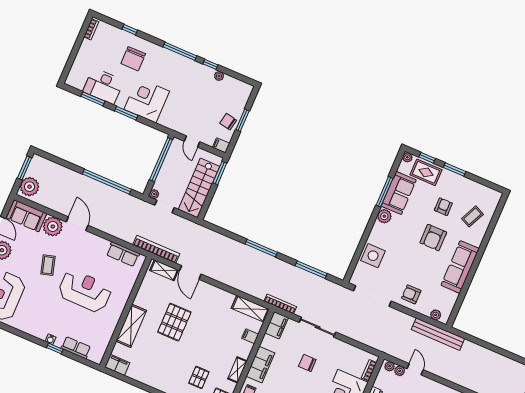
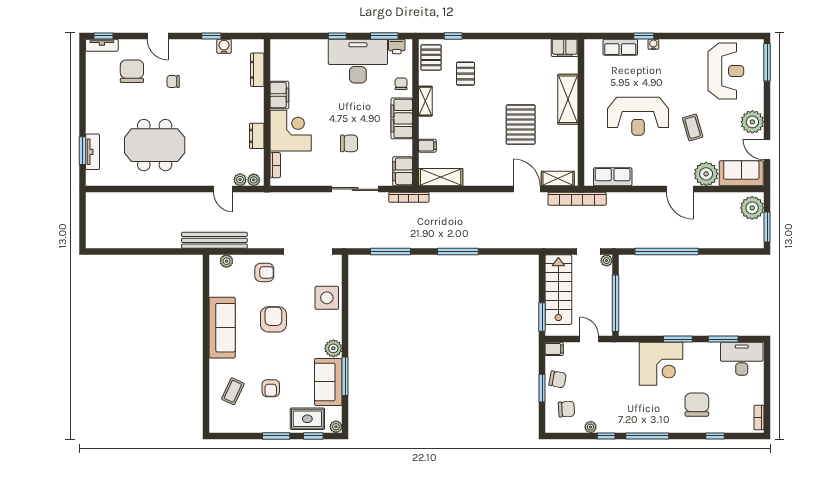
desk: (103, 86) -> (742, 359), moved
chair: (231, 97) -> (566, 409), added
armchair: (433, 238) -> (273, 319), moved

